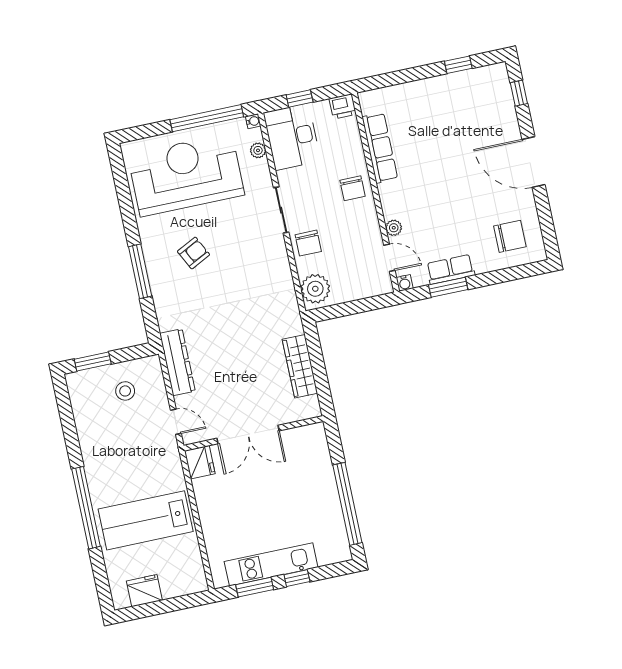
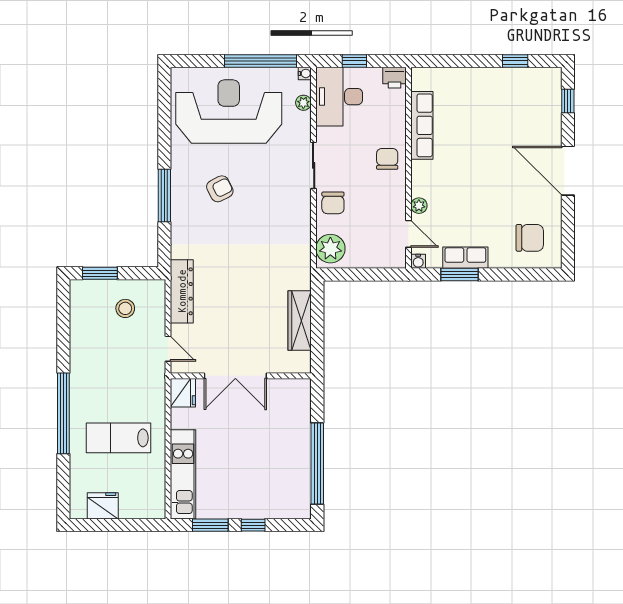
chair: (353, 188) -> (387, 159), turned 180
lab bench: (146, 520) -> (119, 438), width x0.73, depth x0.72
kitchen unit: (271, 564) -> (183, 474), moved, turned 90

